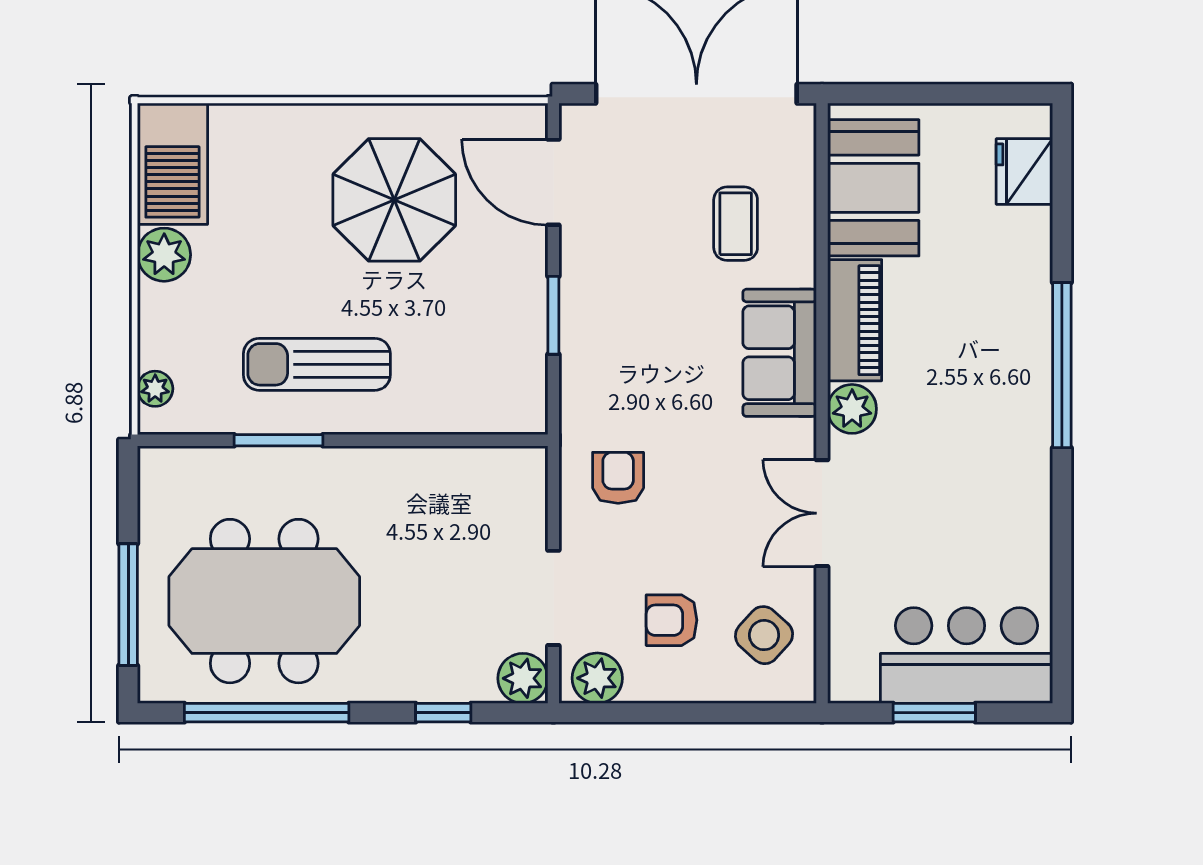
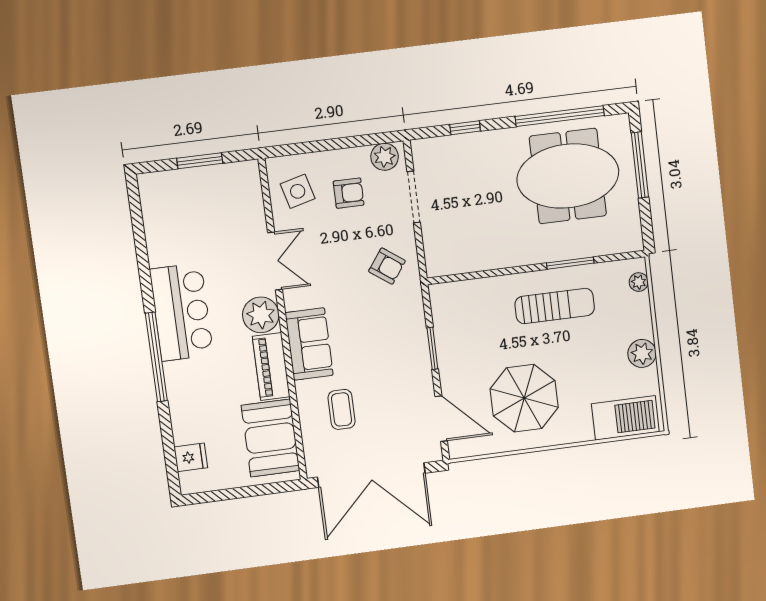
barbecue: (172, 164) -> (625, 418), moved, turned 90
fridge: (1024, 172) -> (191, 457), width x0.72
plant: (852, 409) -> (261, 315), width x1.36, depth x1.36
armchair: (618, 478) -> (387, 266), turned -54
side table: (764, 635) -> (298, 191), turned 33
bar counter: (967, 655) -> (181, 312), moved, turned -90
plant: (523, 678) -> (425, 152), removed

